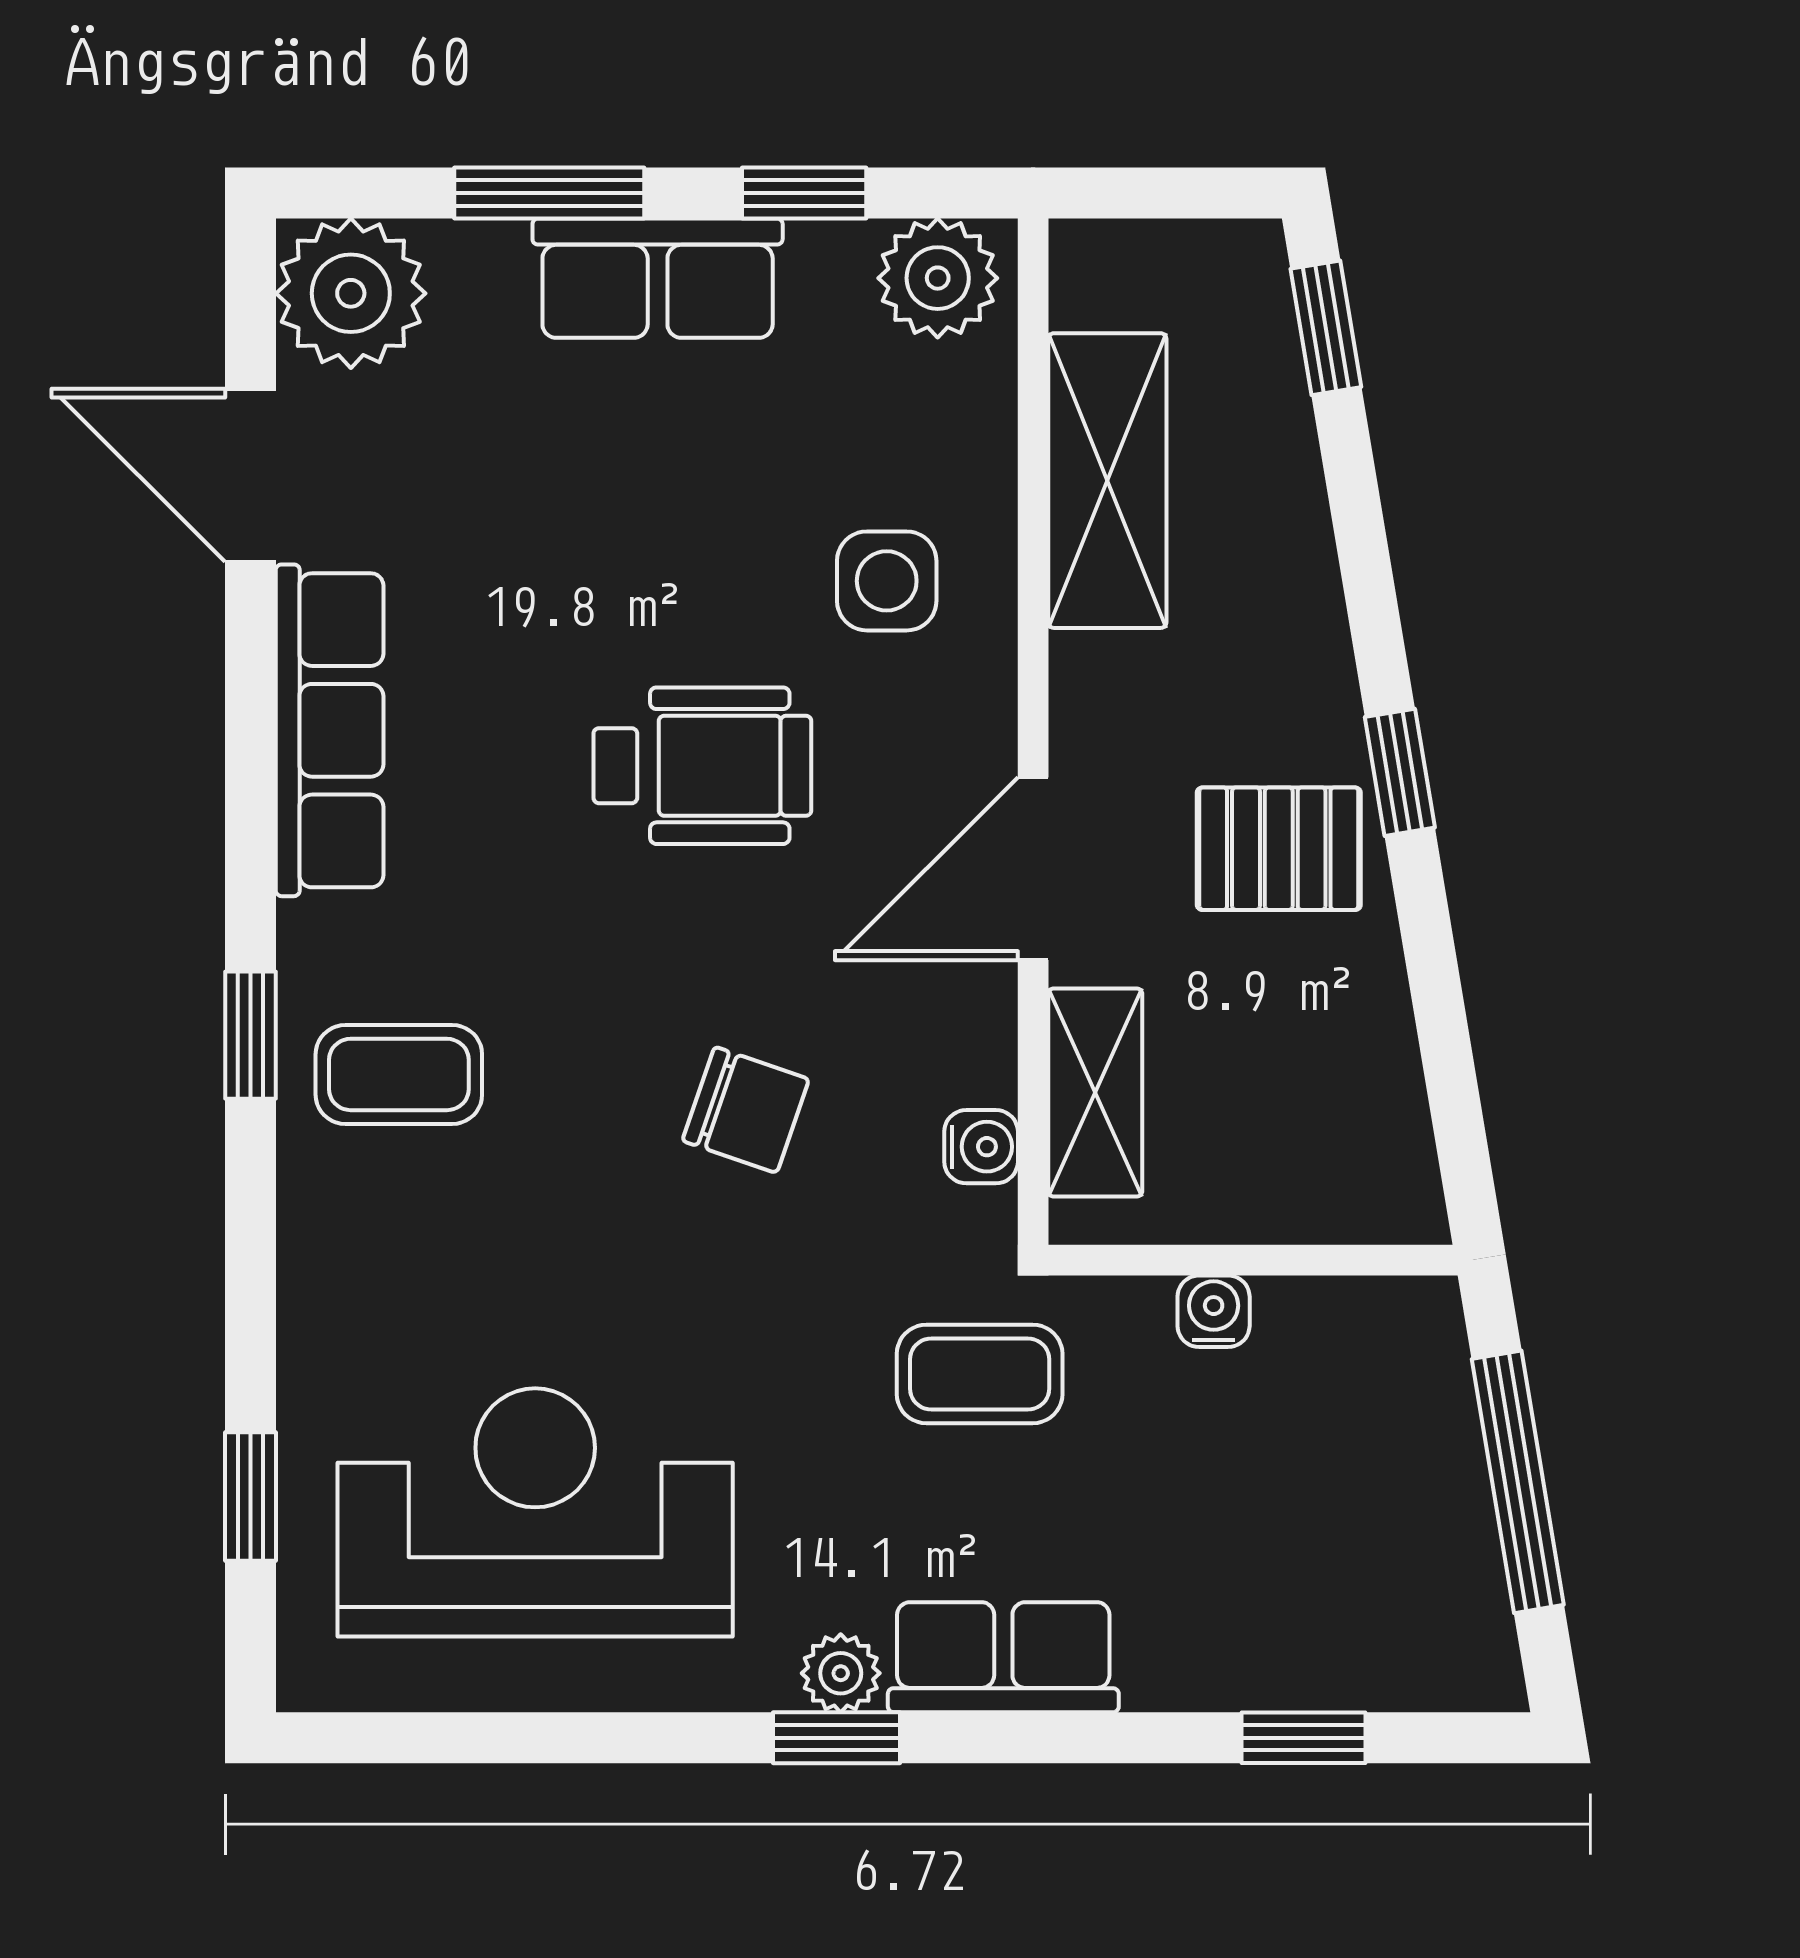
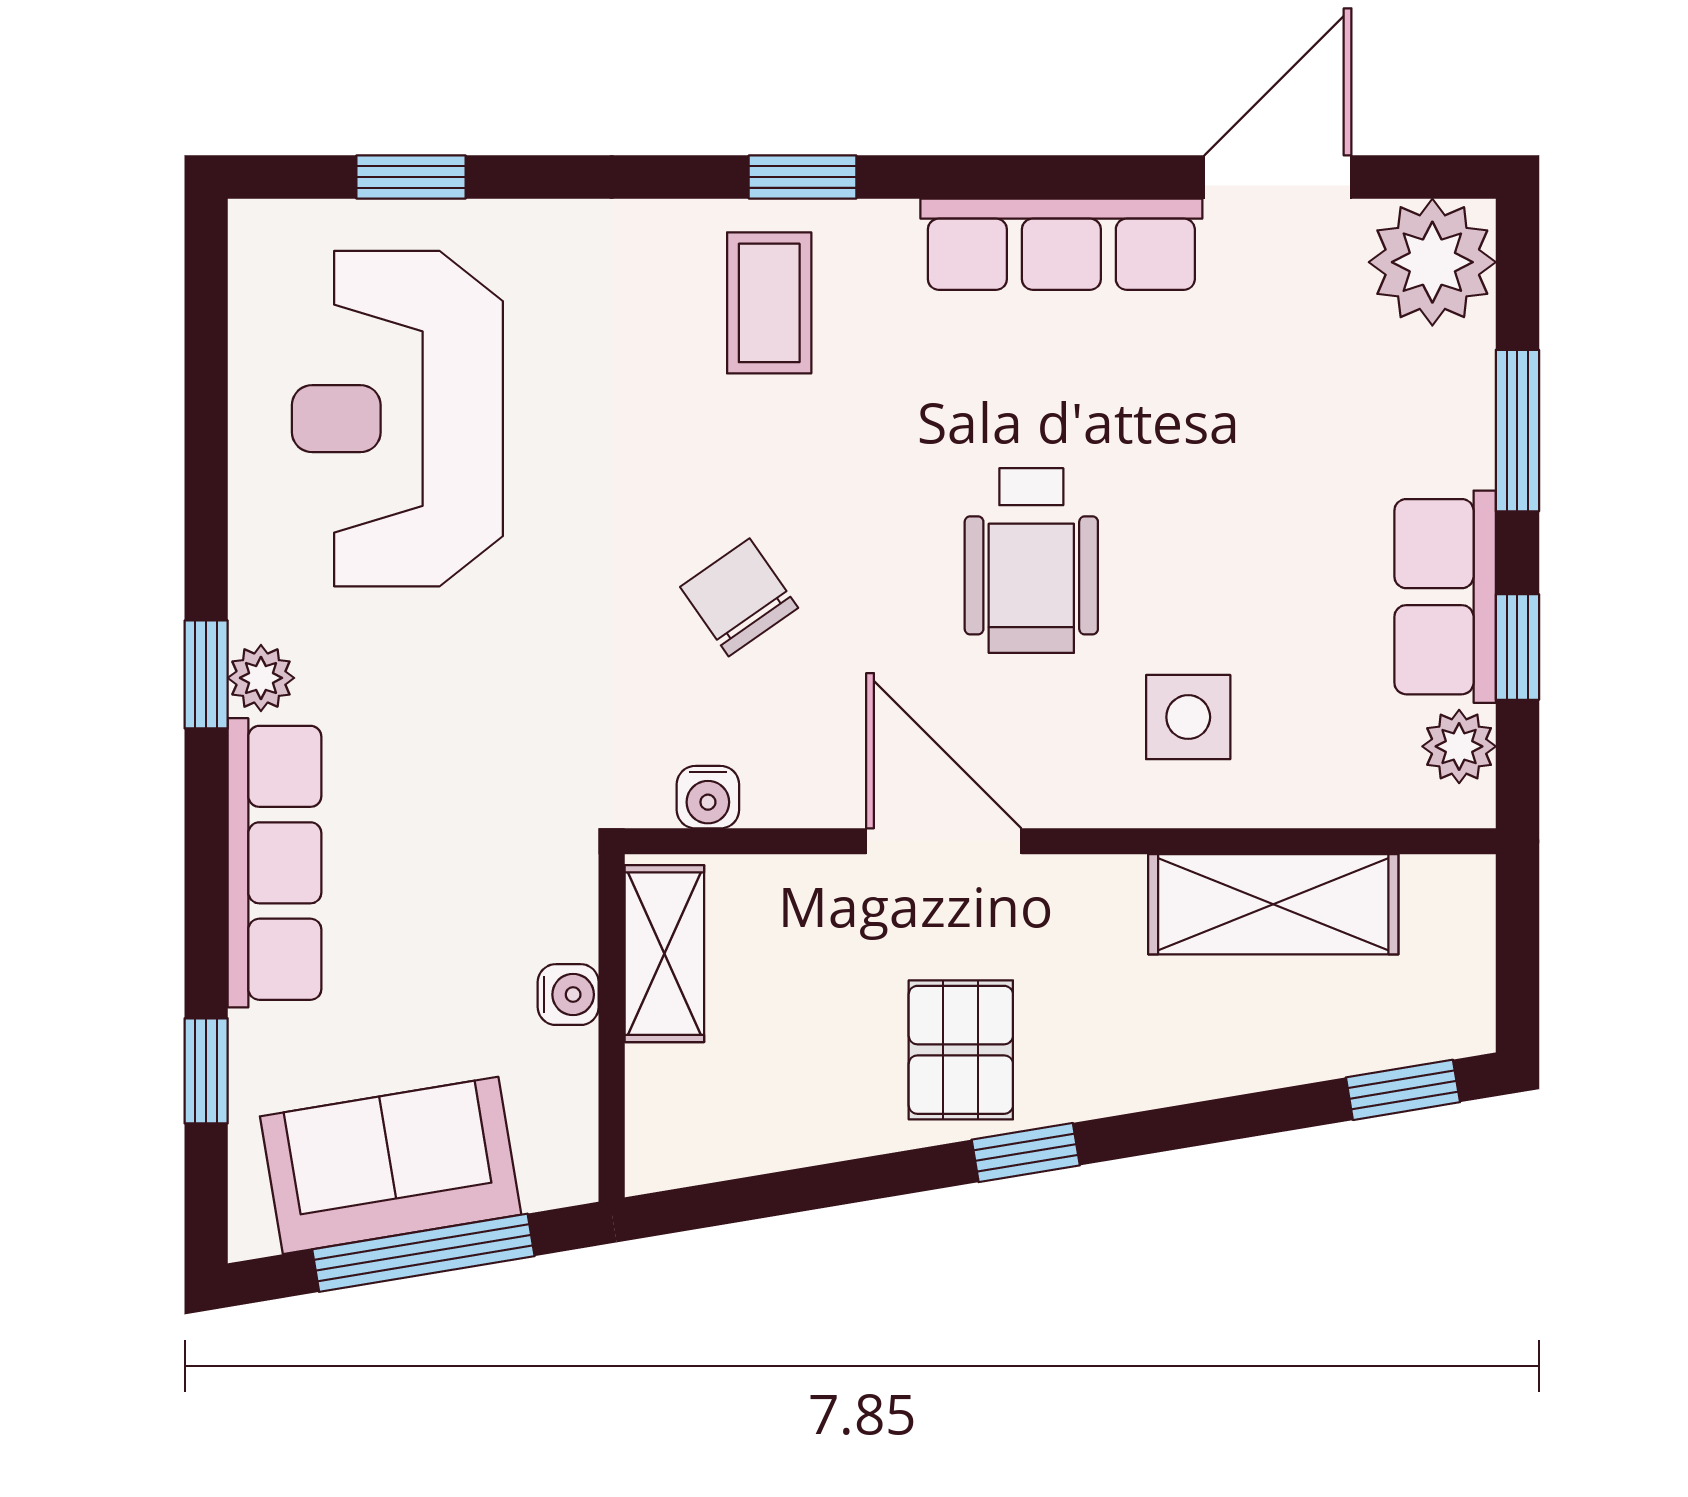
row of seats: (658, 278) -> (1445, 597), moved
plant: (938, 278) -> (1459, 746), width x0.73, depth x0.73
shelving: (1095, 1092) -> (664, 954), moved, turned 90
chair: (746, 1110) -> (739, 597), turned 126
coffee table: (980, 1374) -> (515, 796), removed
reception desk: (535, 1512) -> (397, 419), turned 180
sofa: (1415, 1521) -> (391, 1165), added
row of seats: (1003, 1657) -> (275, 863), width x1.48

